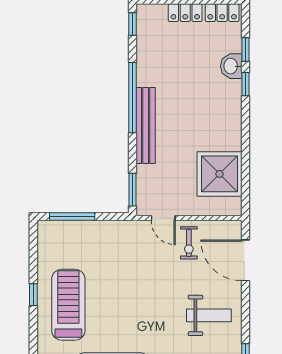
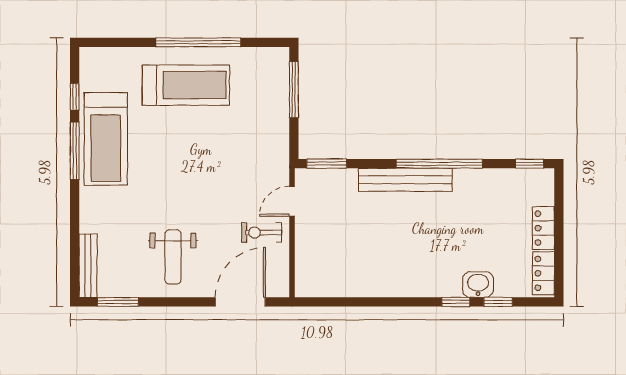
shower: (219, 174) -> (346, 270), removed
window: (33, 295) -> (198, 42), width x3.17

